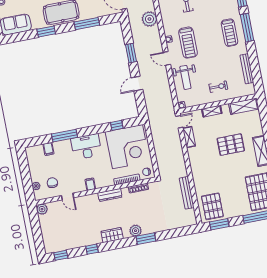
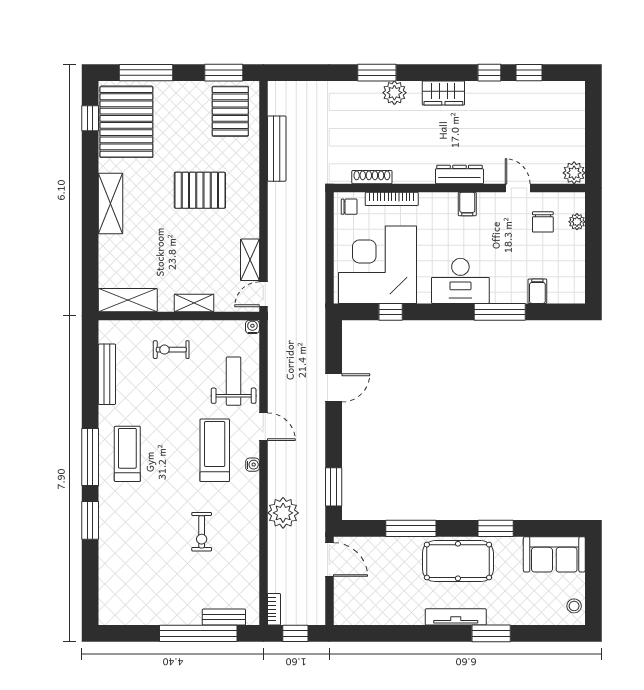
window: (131, 53) -> (334, 487), moved
pallet: (231, 145) -> (200, 190), moved
dresser: (110, 195) -> (459, 175), moved
window: (61, 255) -> (529, 73), moved

